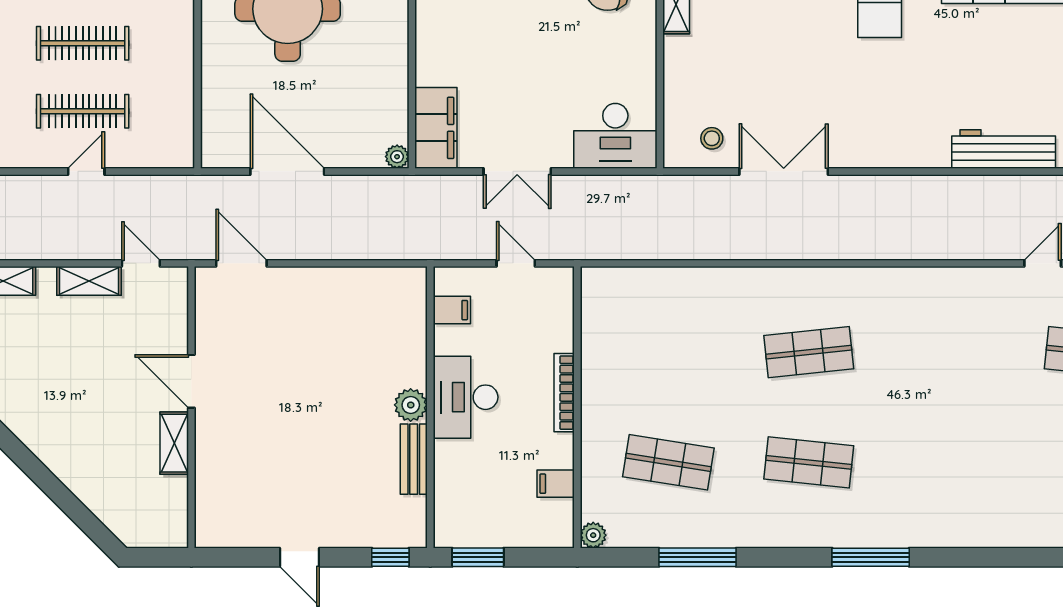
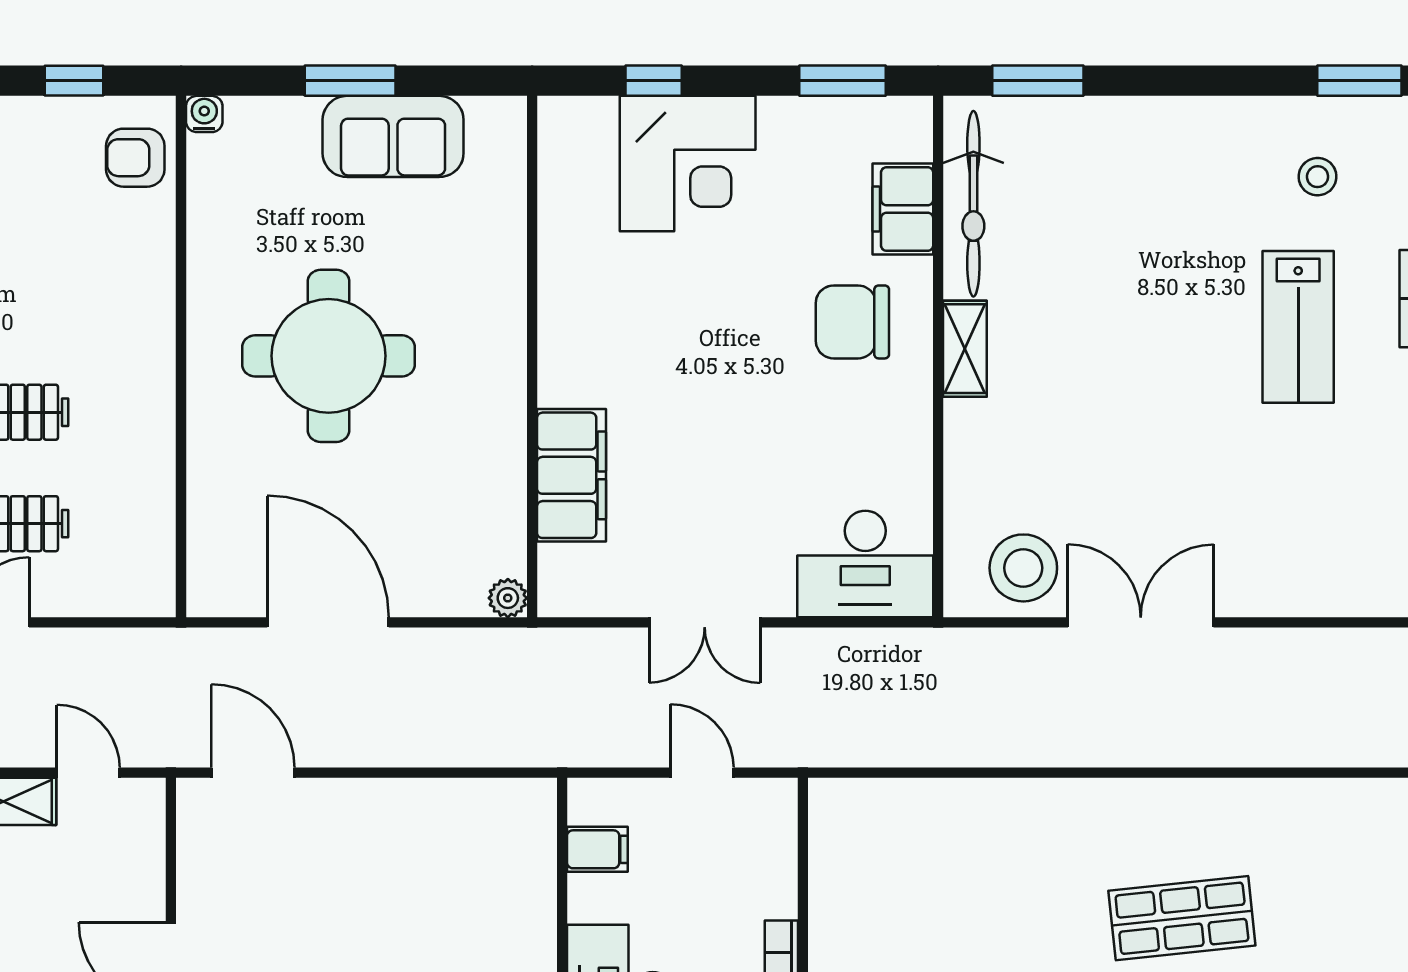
filing cabinet: (436, 128) -> (571, 475), moved
stool: (712, 138) -> (1023, 568), width x1.89, depth x1.89

